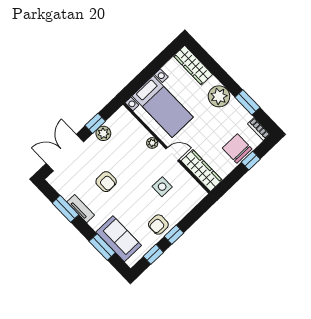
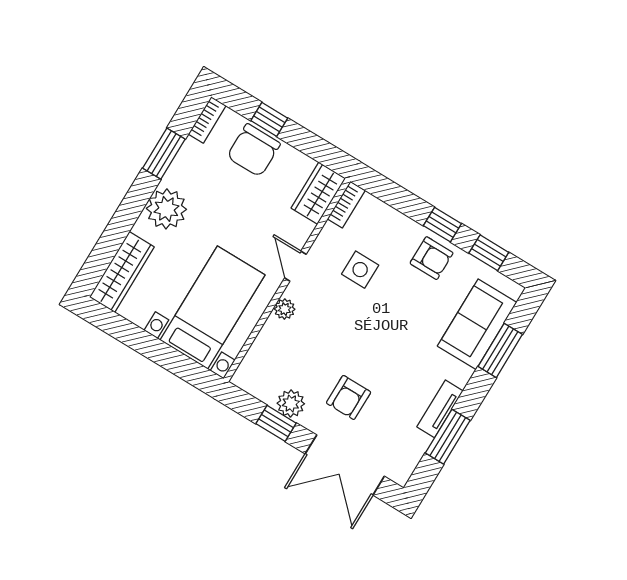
wardrobe: (202, 171) -> (318, 193), width x0.67
armchair: (106, 182) -> (349, 397), moved, turned 180
bookcase: (197, 188) -> (346, 205), added

